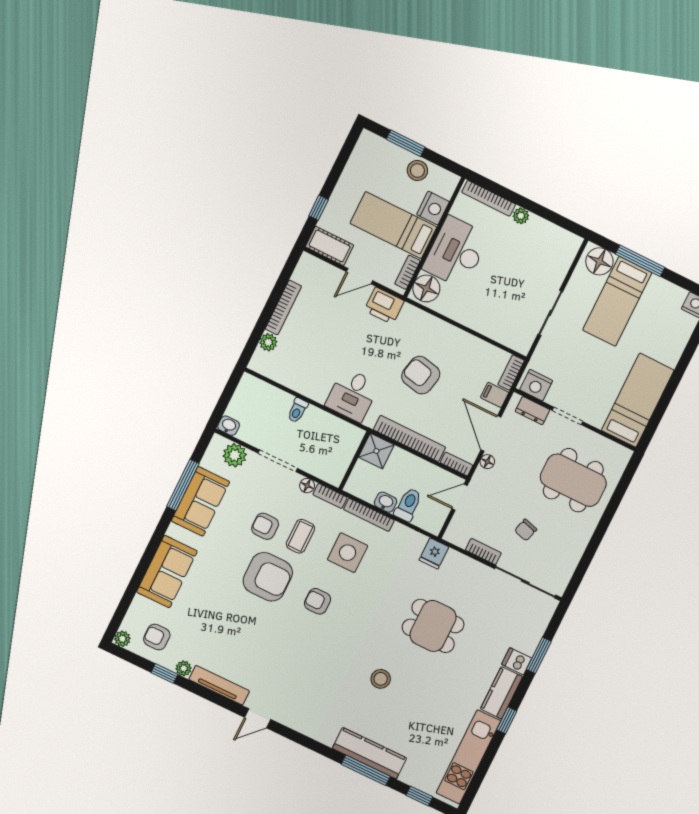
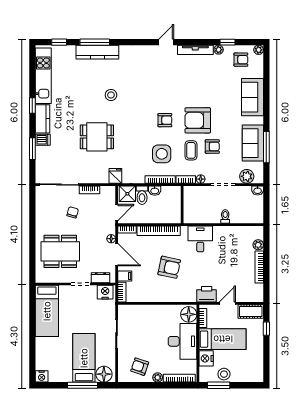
window: (406, 143) -> (219, 385), moved
armchair: (540, 246) -> (140, 367), added
shower: (376, 451) -> (127, 194), moved

